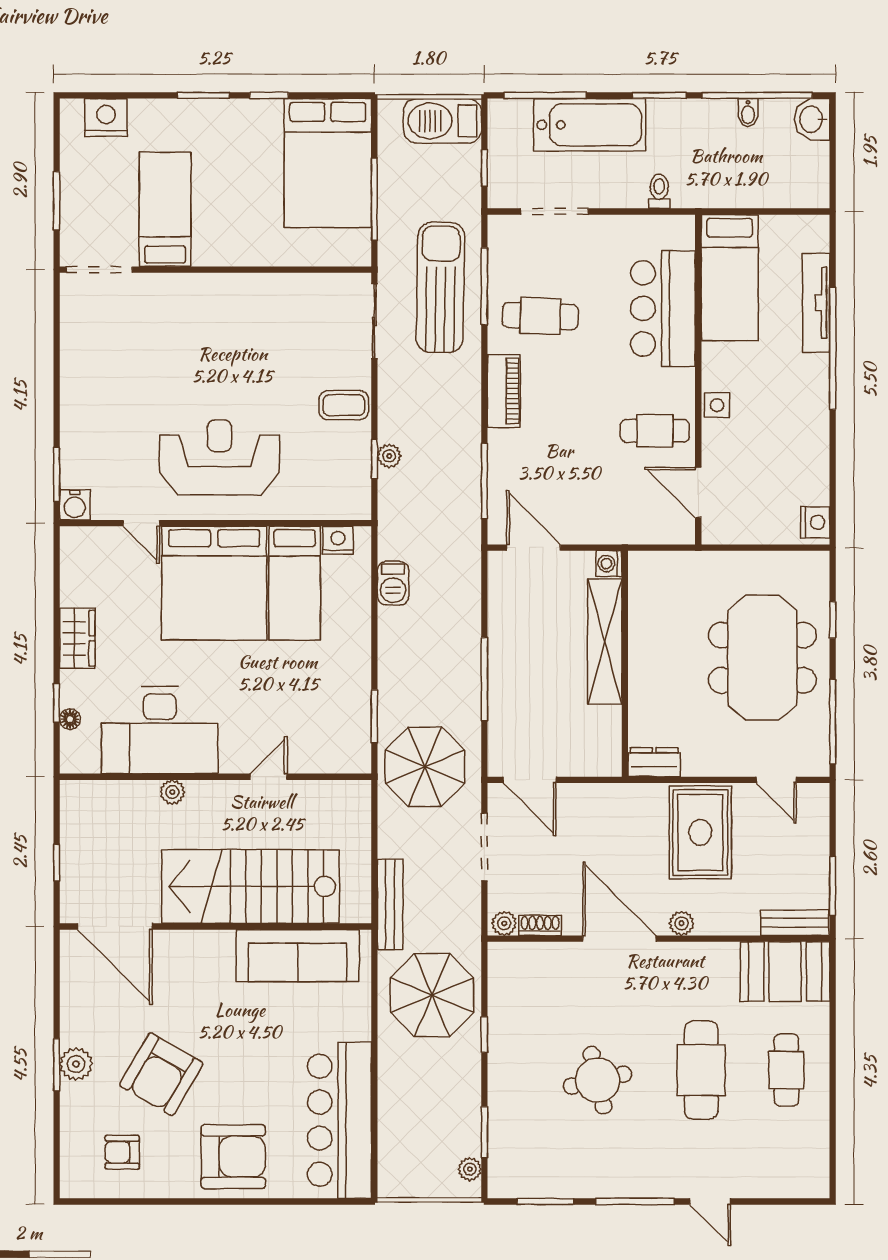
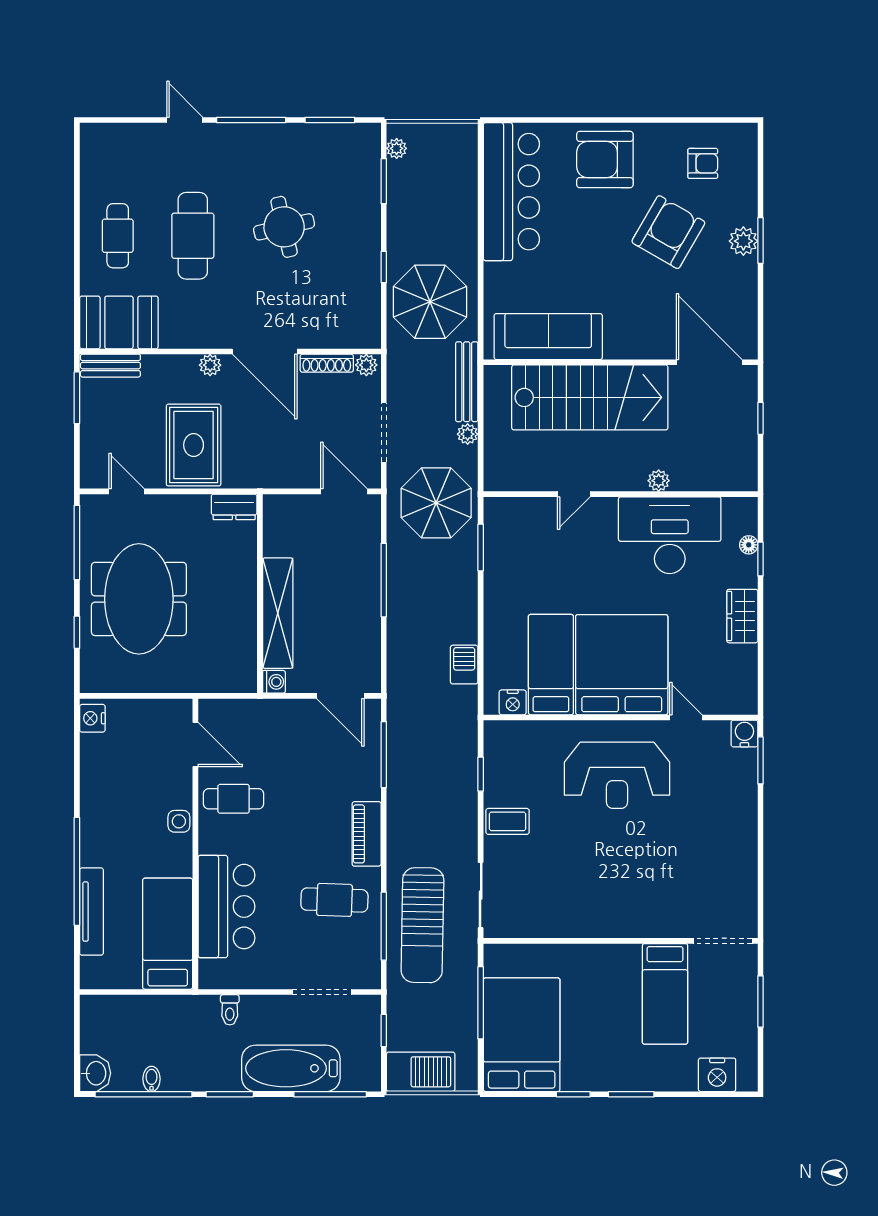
plant: (389, 456) -> (468, 434), moved
shoe rack: (540, 925) -> (327, 363), width x1.43

